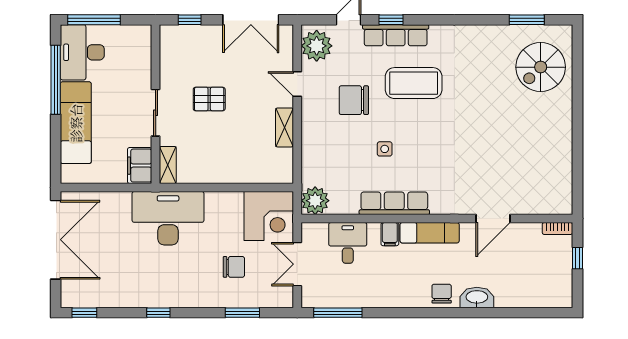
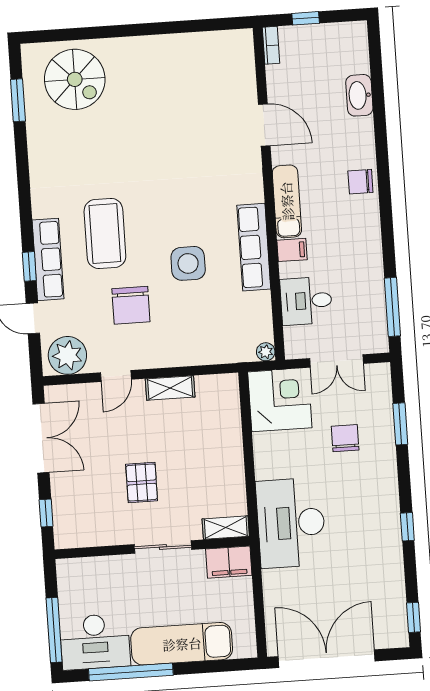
side table: (385, 149) -> (188, 263), width x1.87, depth x1.87
plant: (315, 201) -> (266, 352), width x0.53, depth x0.53
washbasin: (477, 298) -> (359, 95), moved

